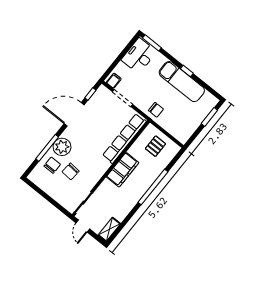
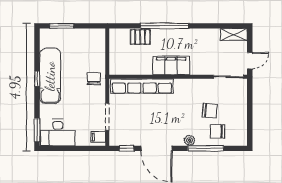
pallet: (155, 146) -> (140, 37), moved
plant: (62, 147) -> (189, 140), width x0.53, depth x0.53

